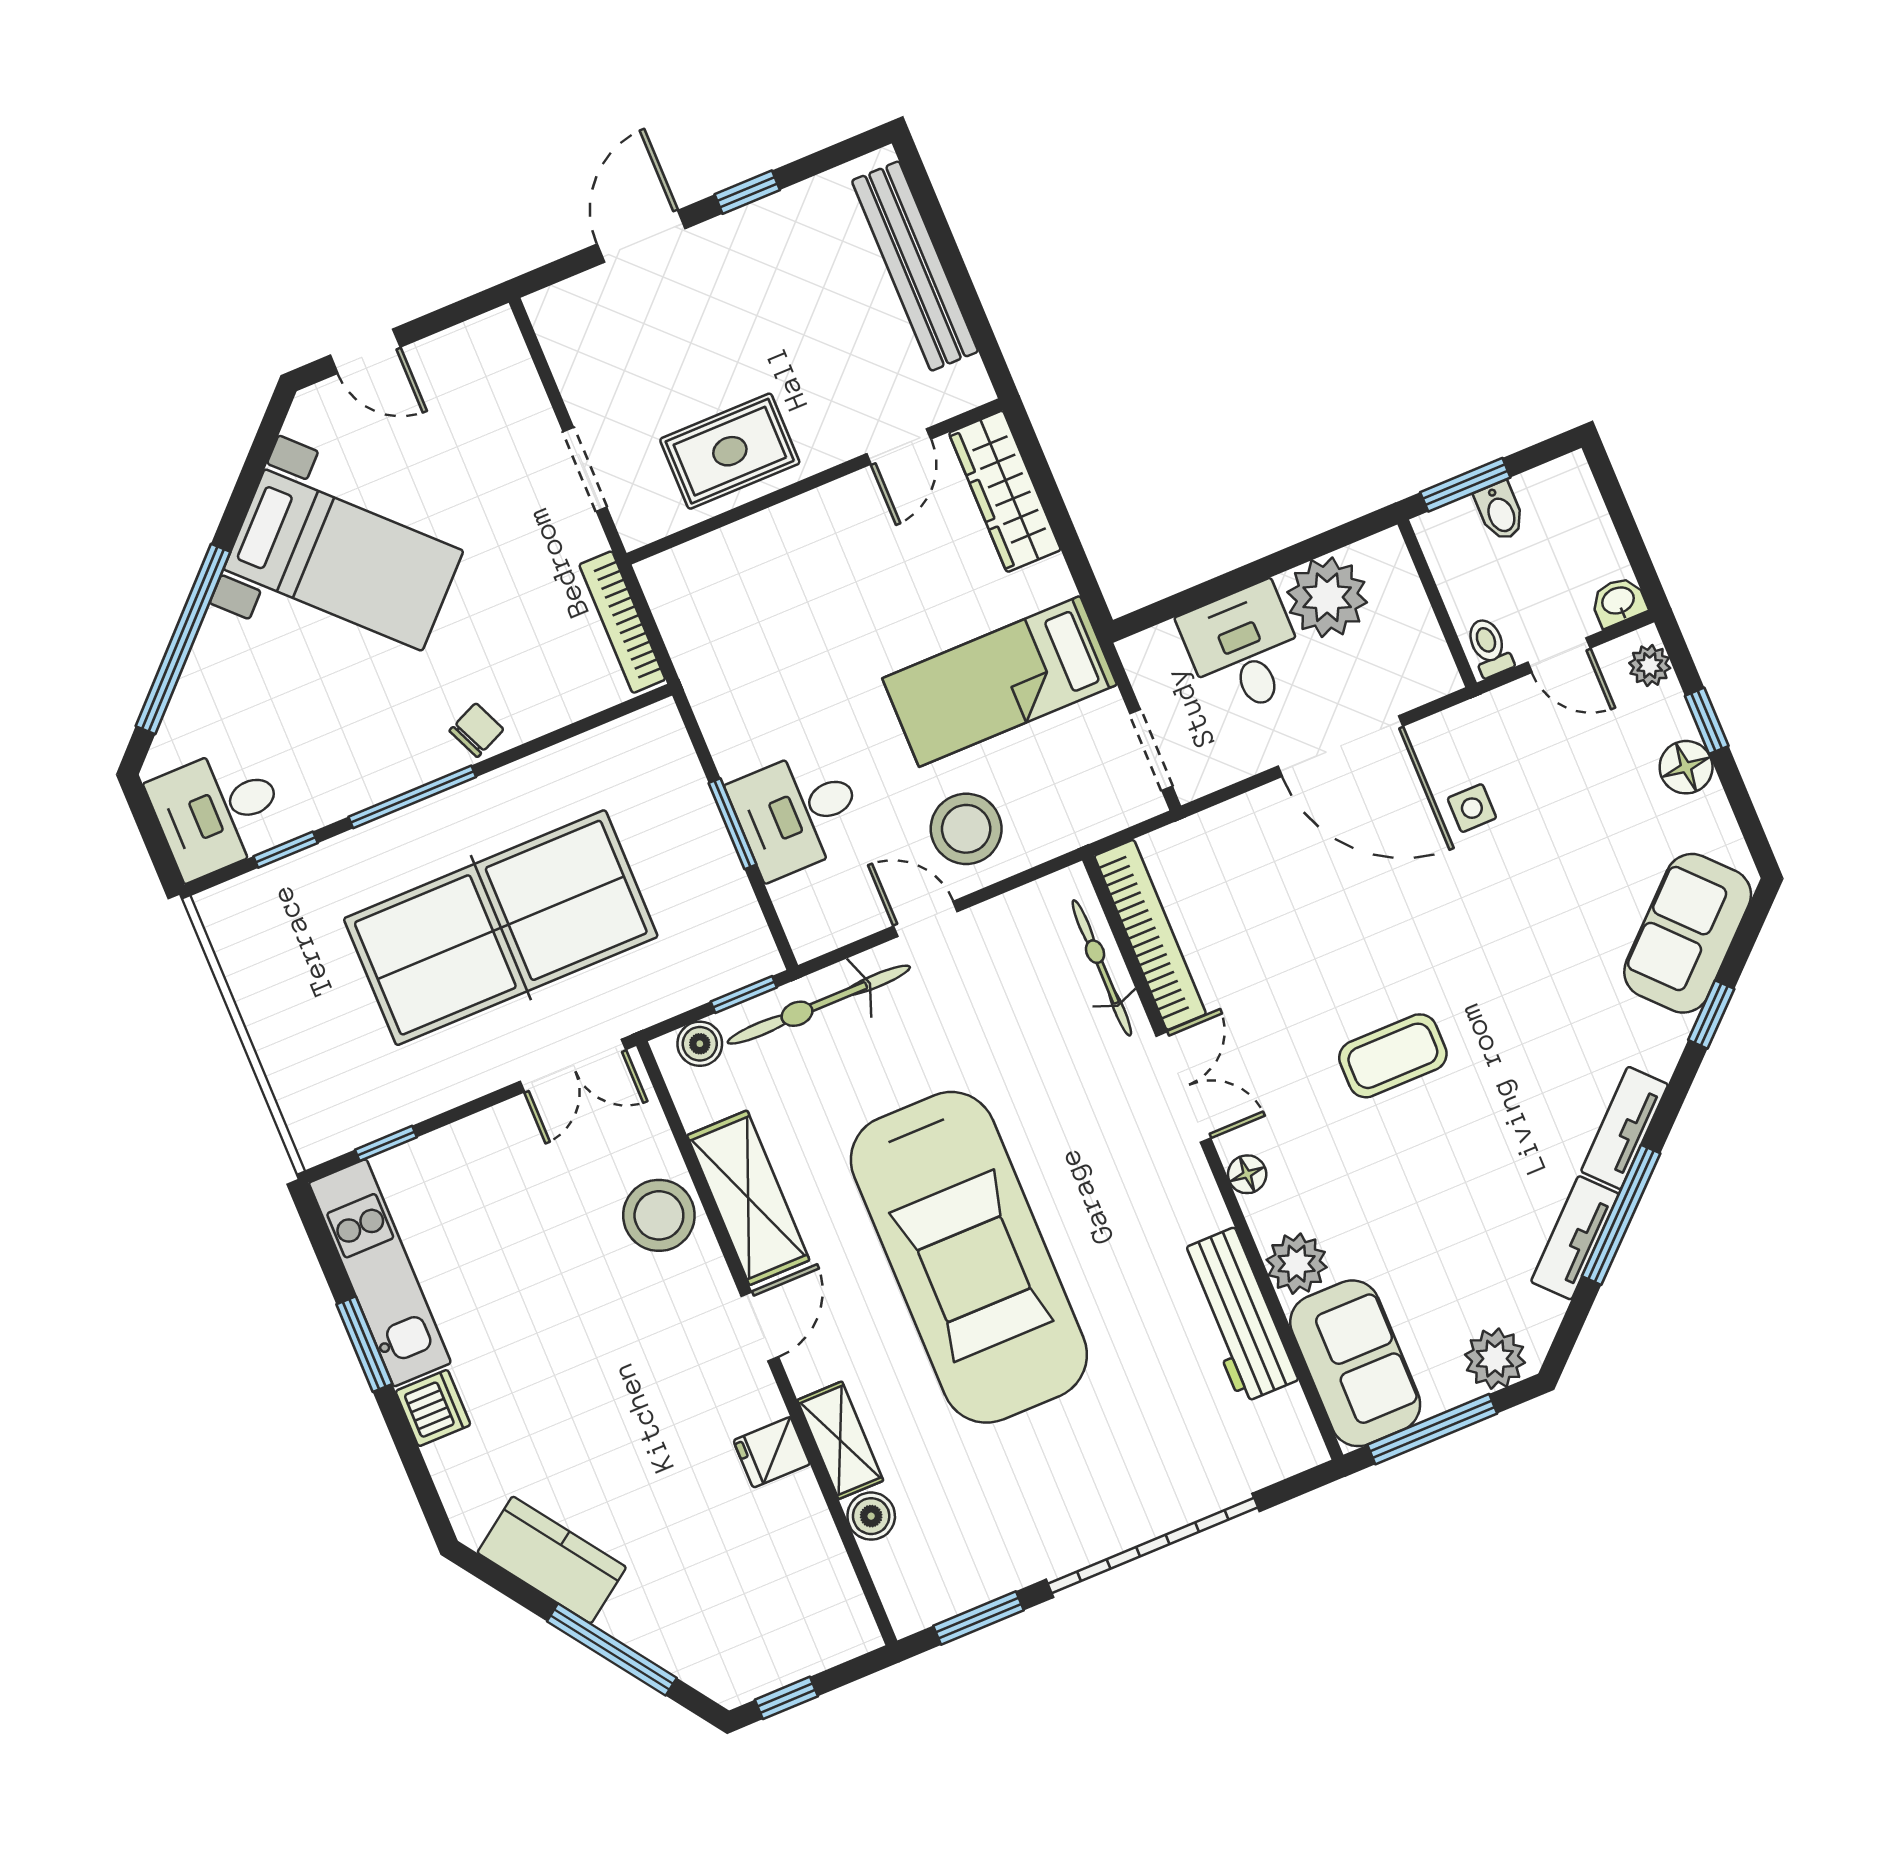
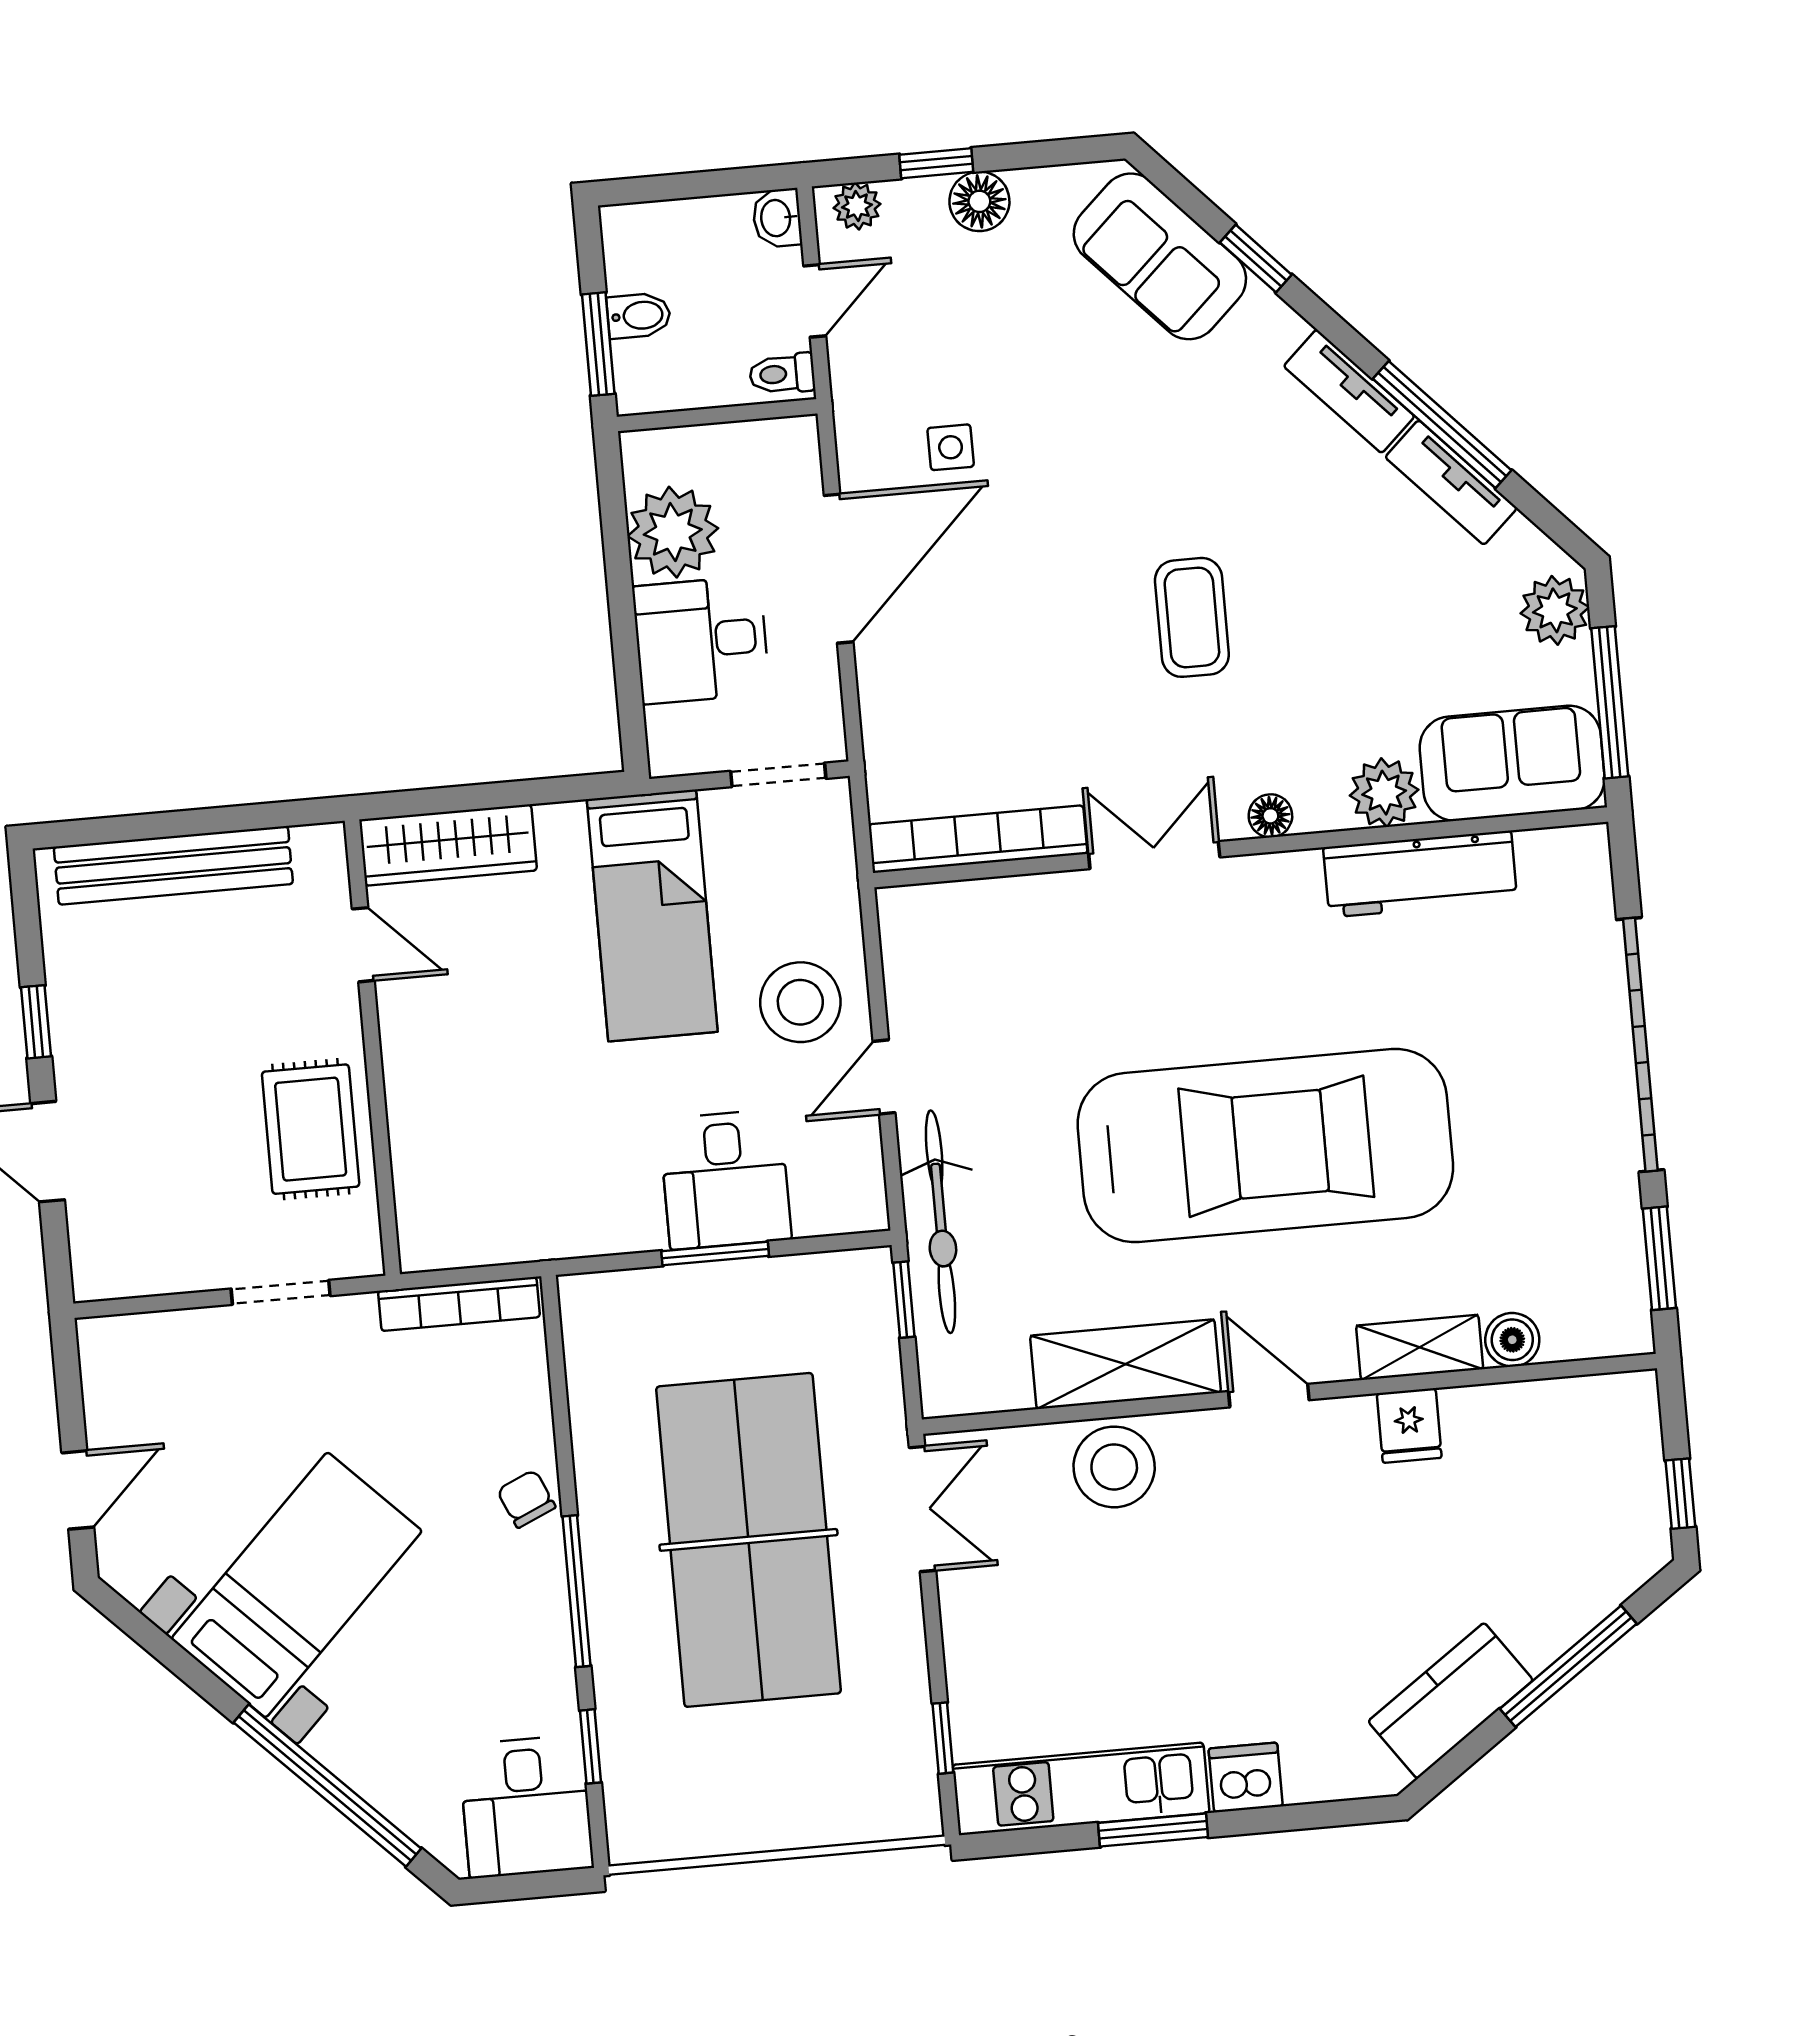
bicycle: (1102, 968) -> (997, 903), removed
boiler: (700, 1044) -> (942, 1364), removed

